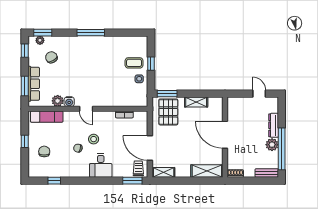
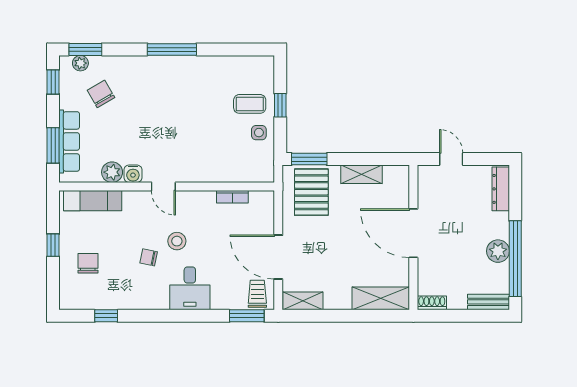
door: (259, 94) -> (451, 159), moved
dresser: (274, 125) -> (501, 189), moved

